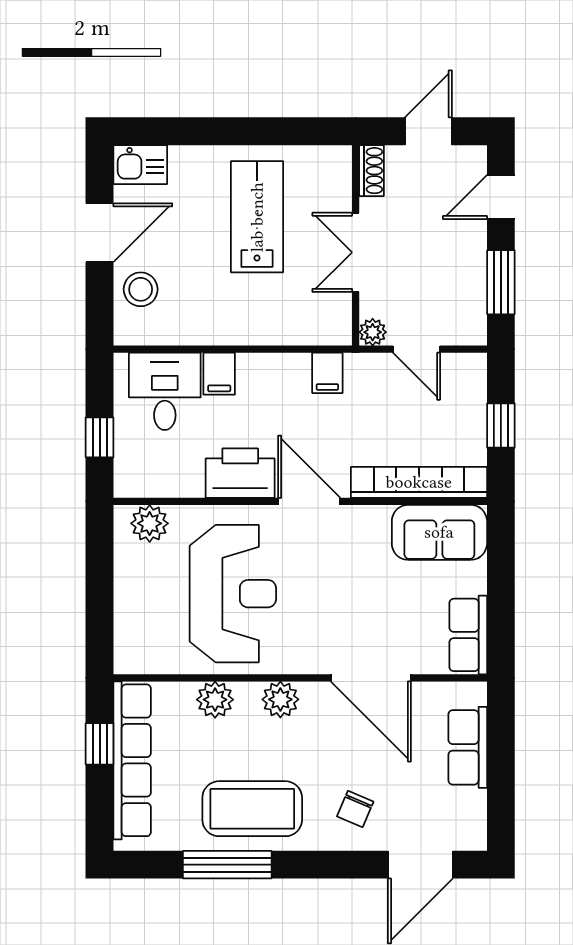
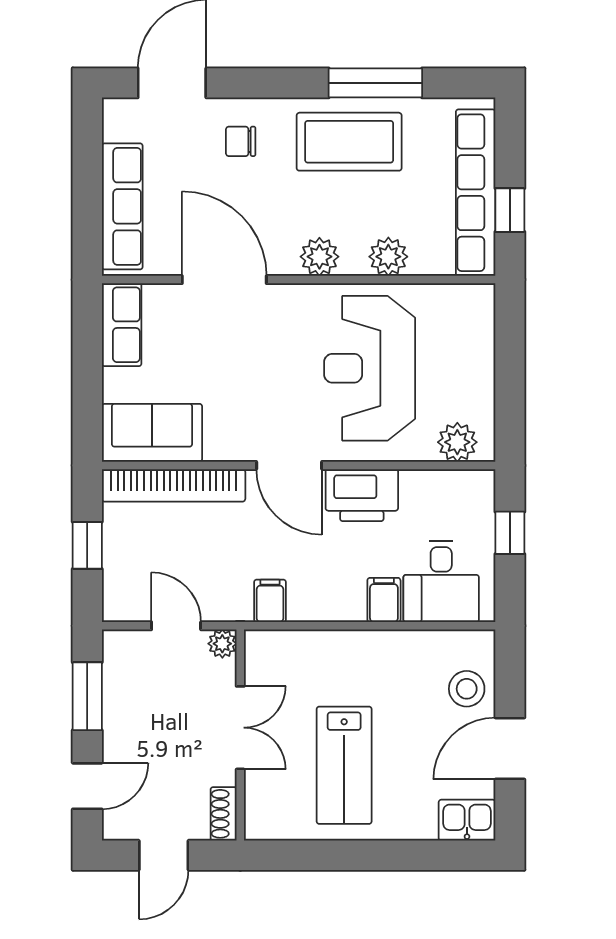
row of seats: (468, 747) -> (122, 206), width x1.48
chair: (355, 809) -> (241, 141), turned -113

